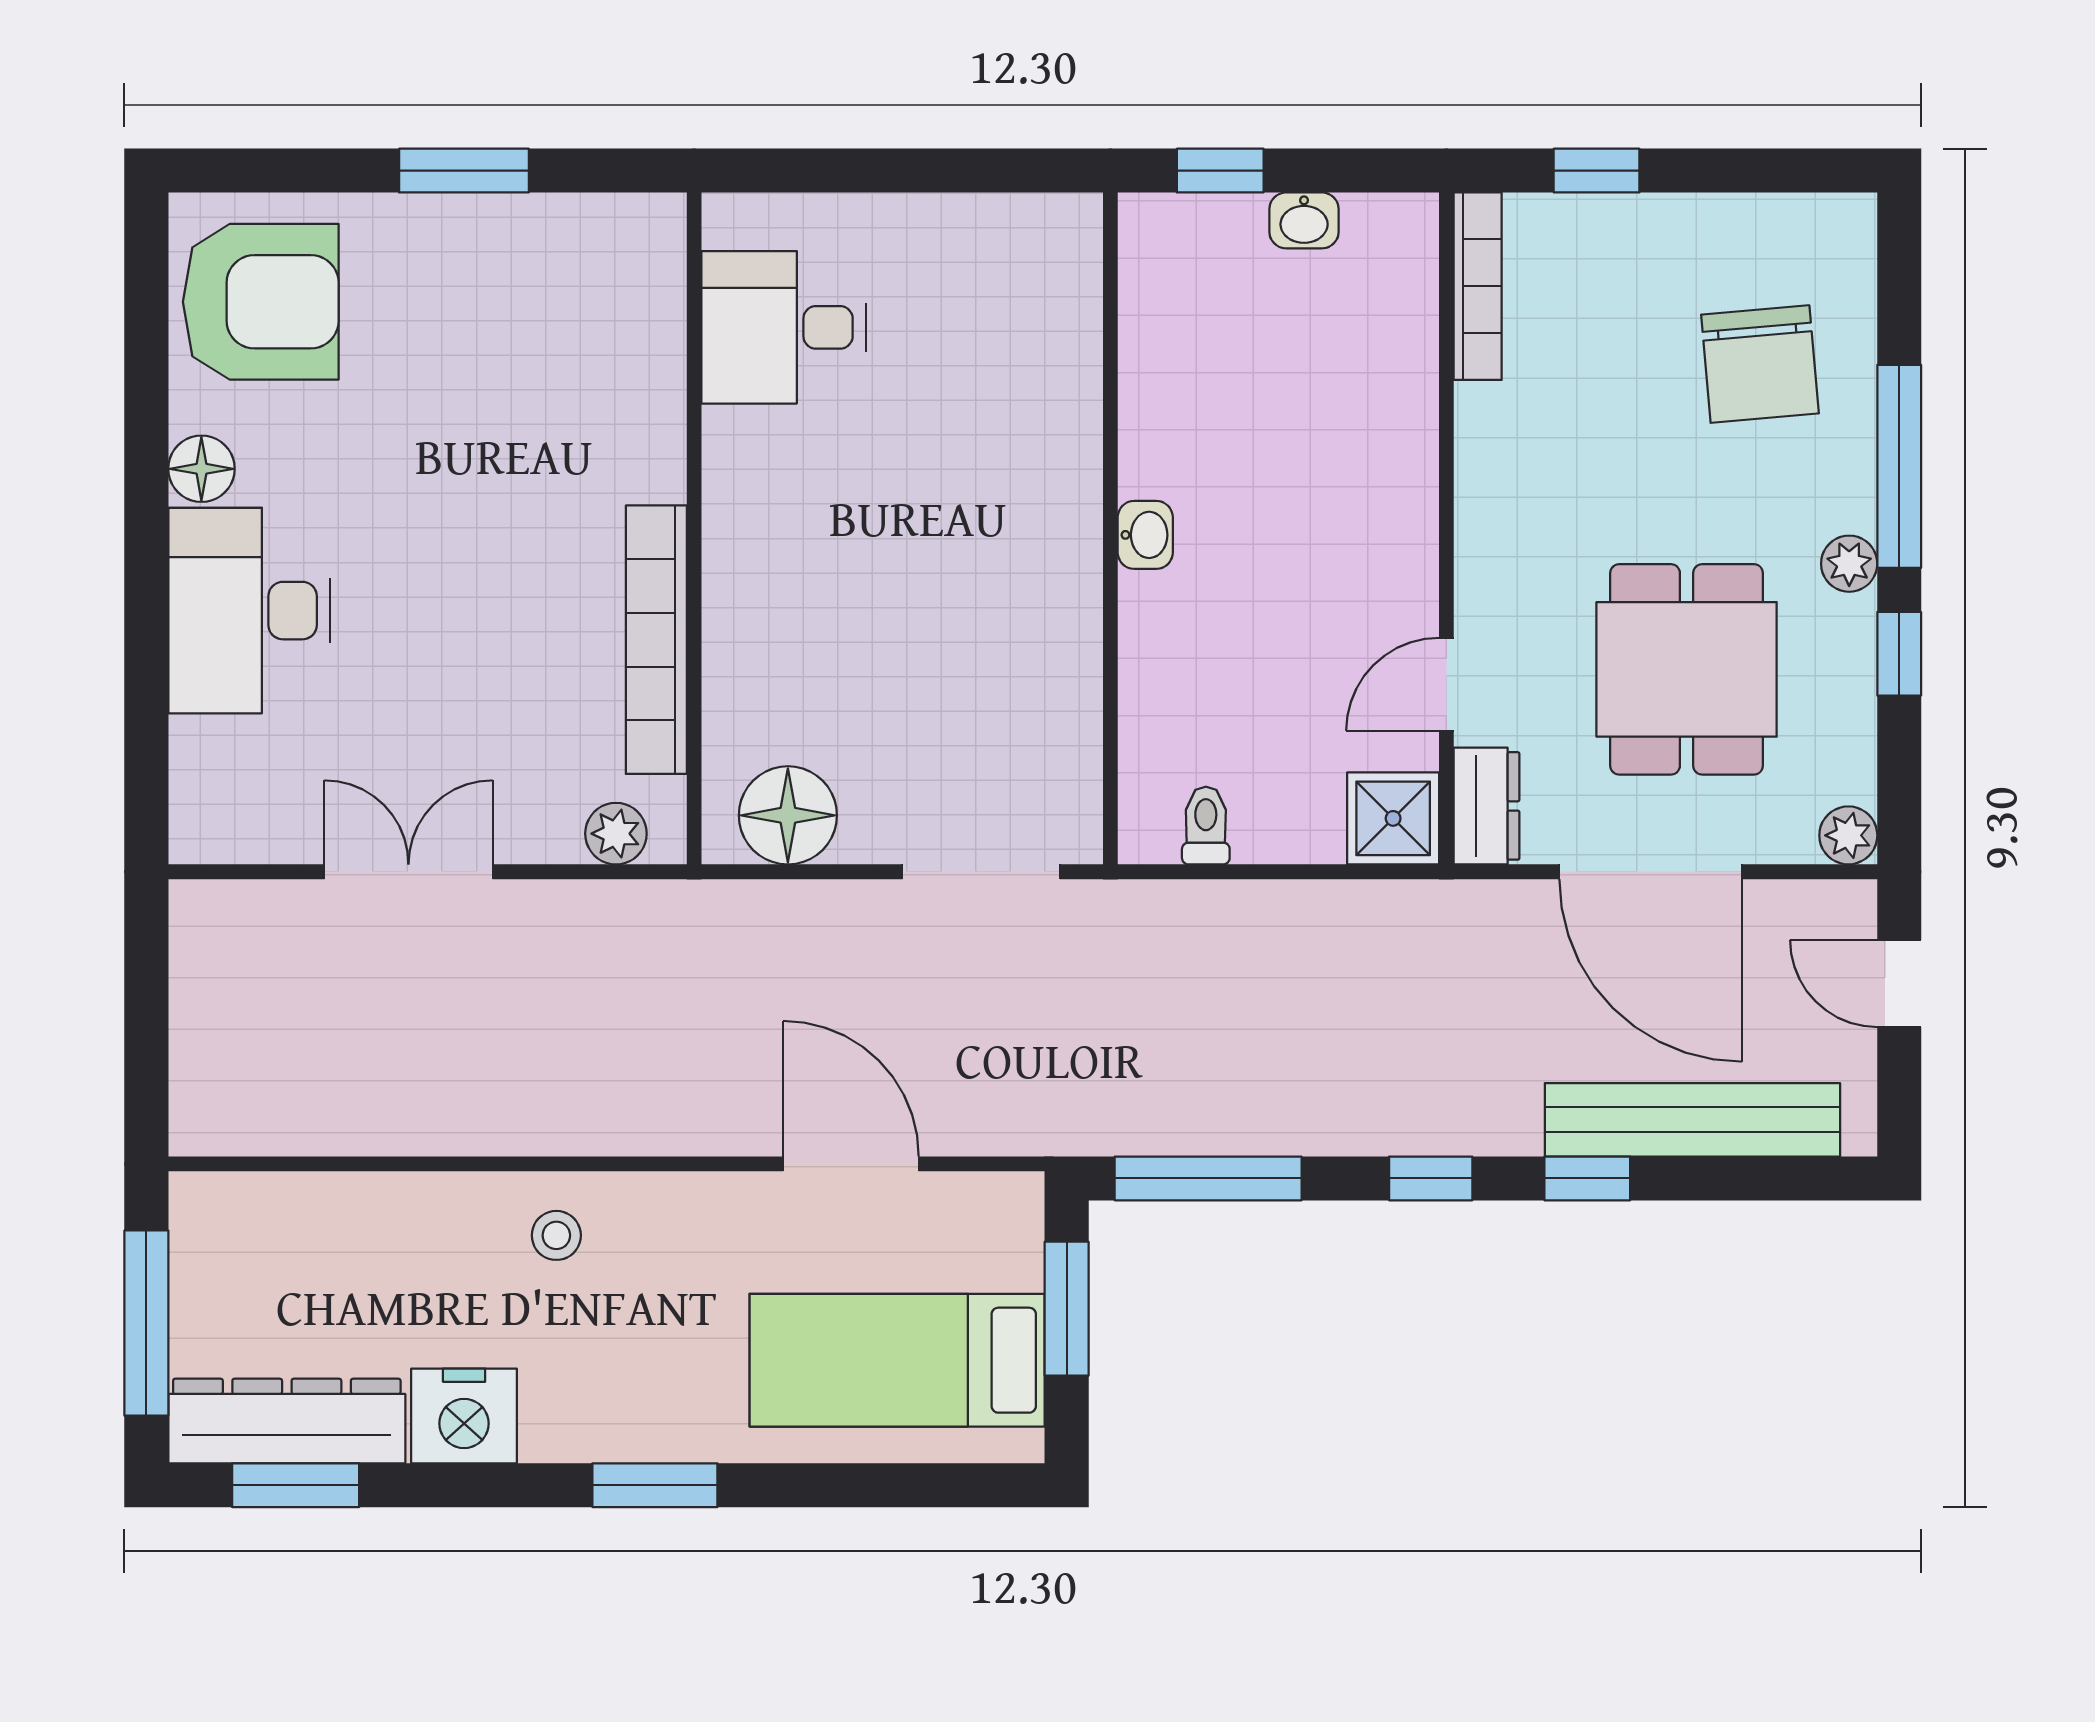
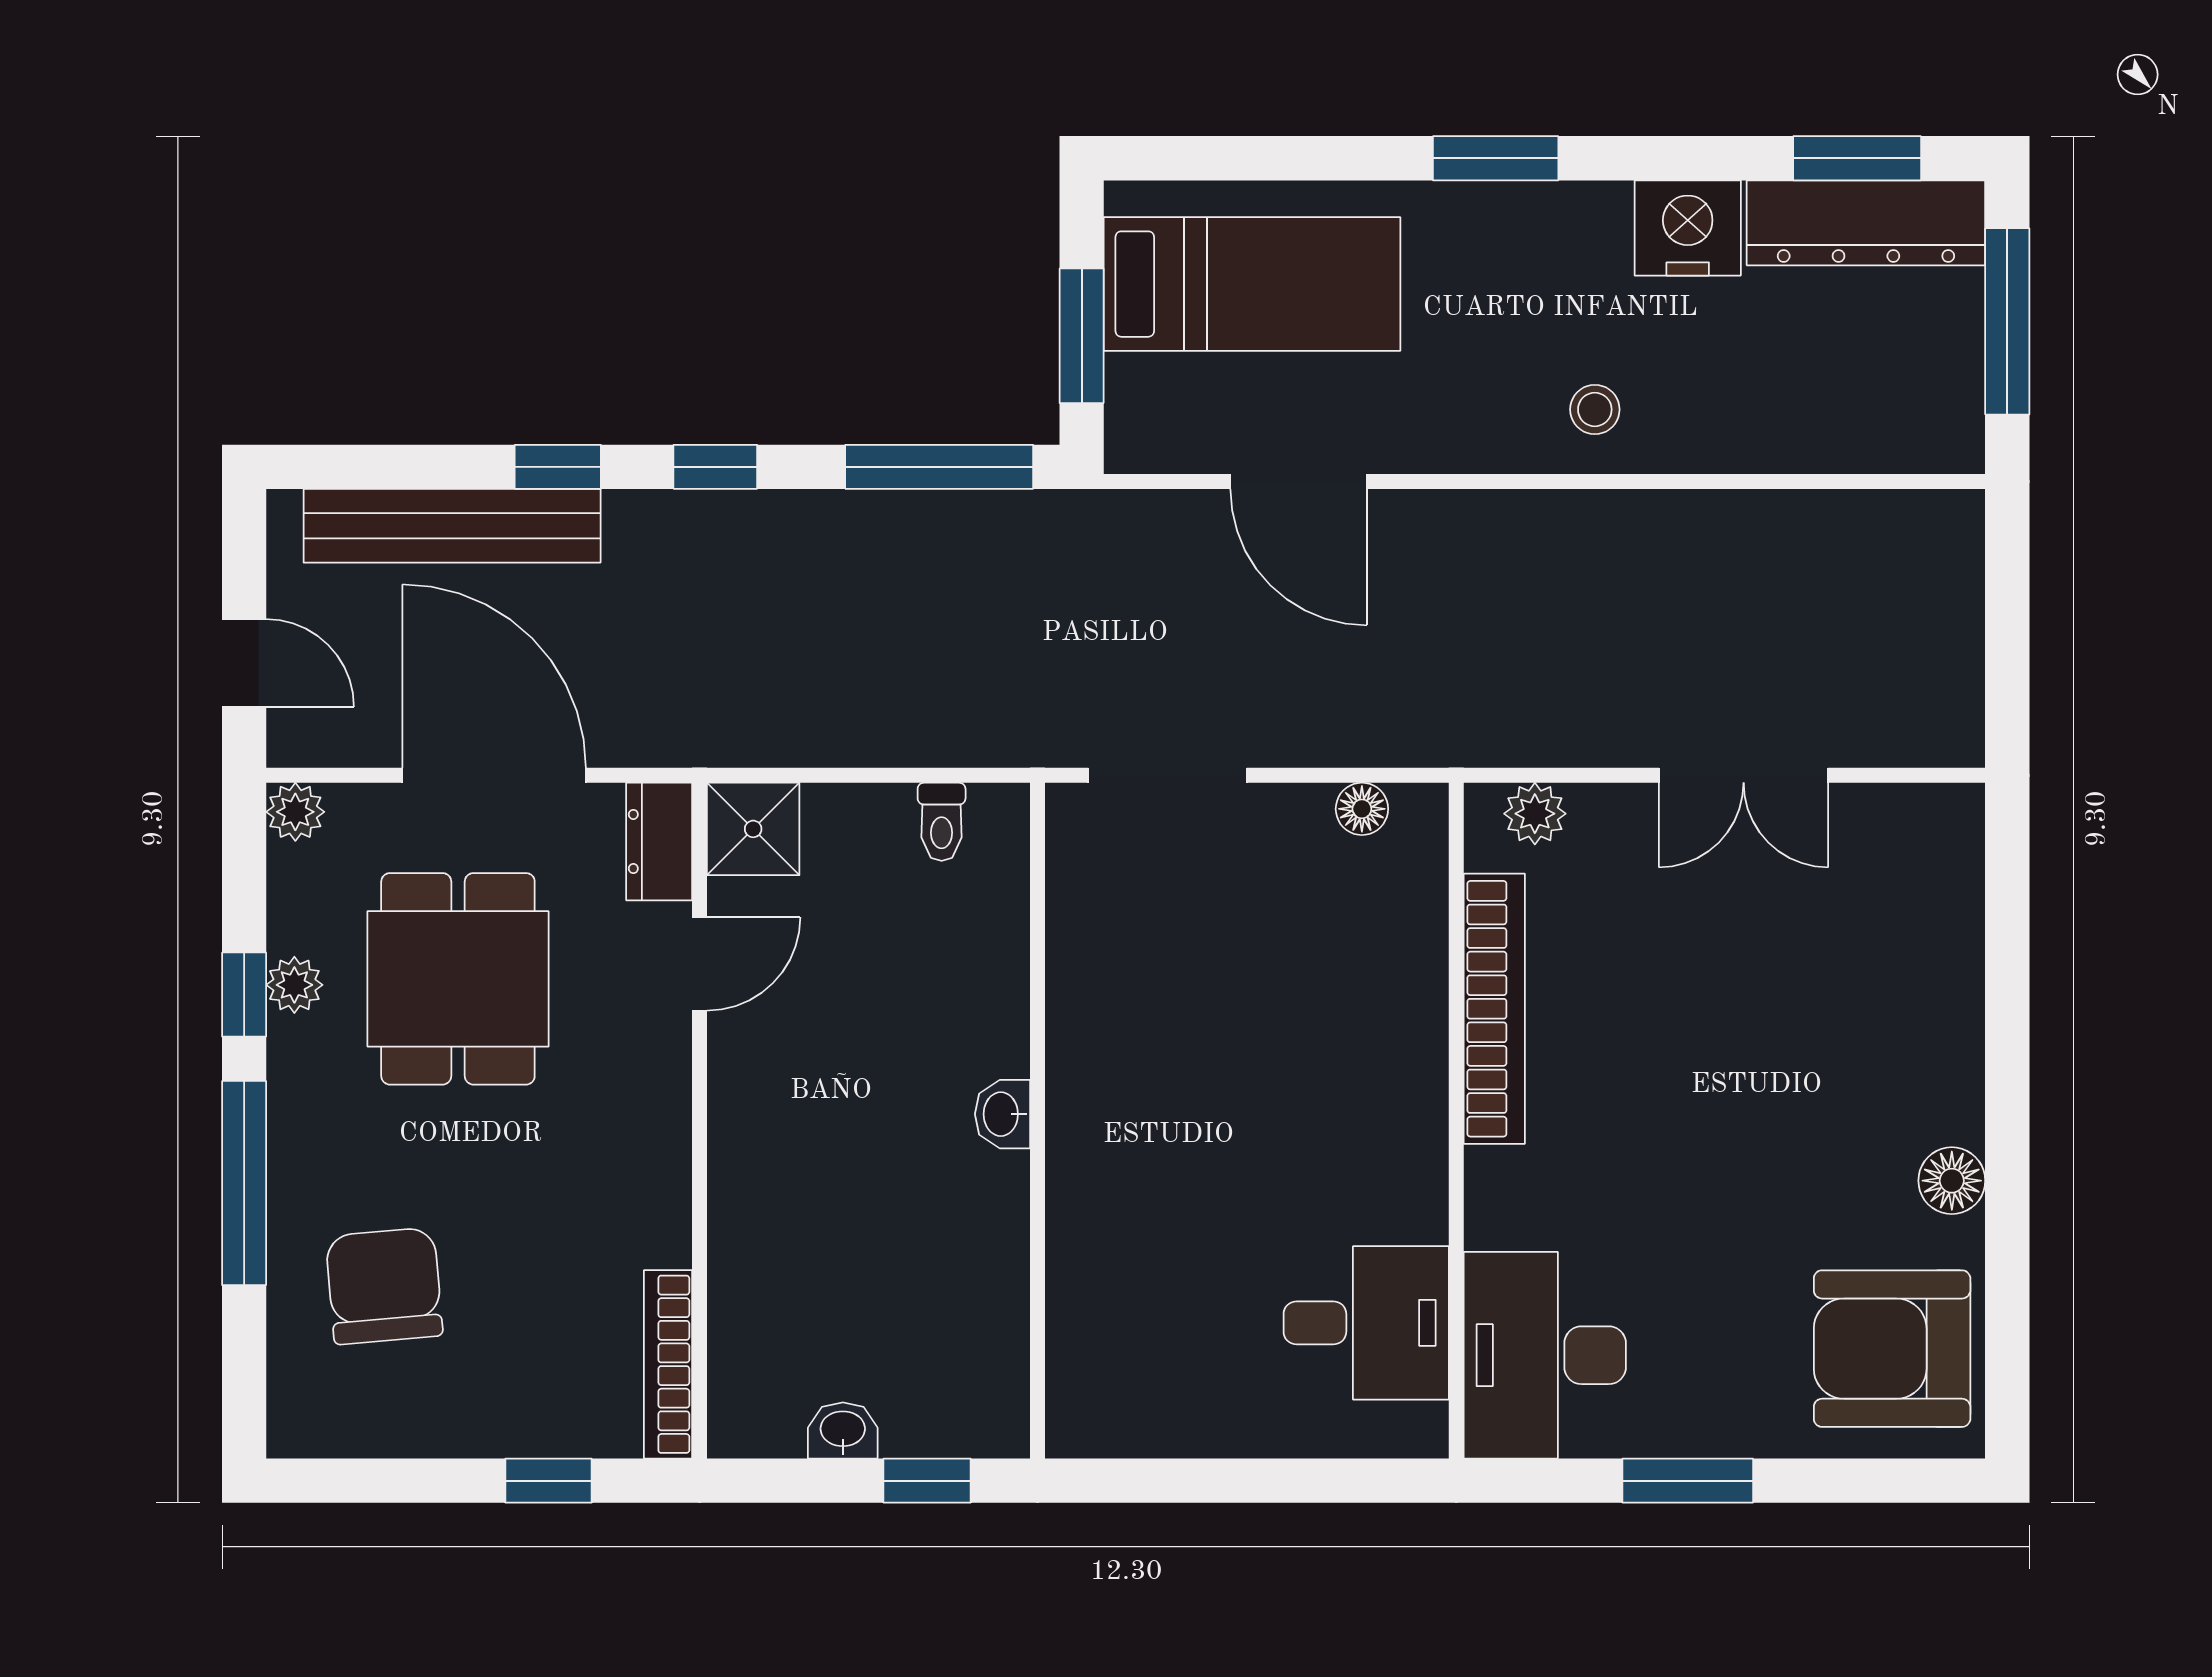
plant: (1849, 564) -> (294, 985), moved
desk: (249, 611) -> (1545, 1355), moved, turned 180
floor lamp: (788, 815) -> (1362, 809), width x0.53, depth x0.53

